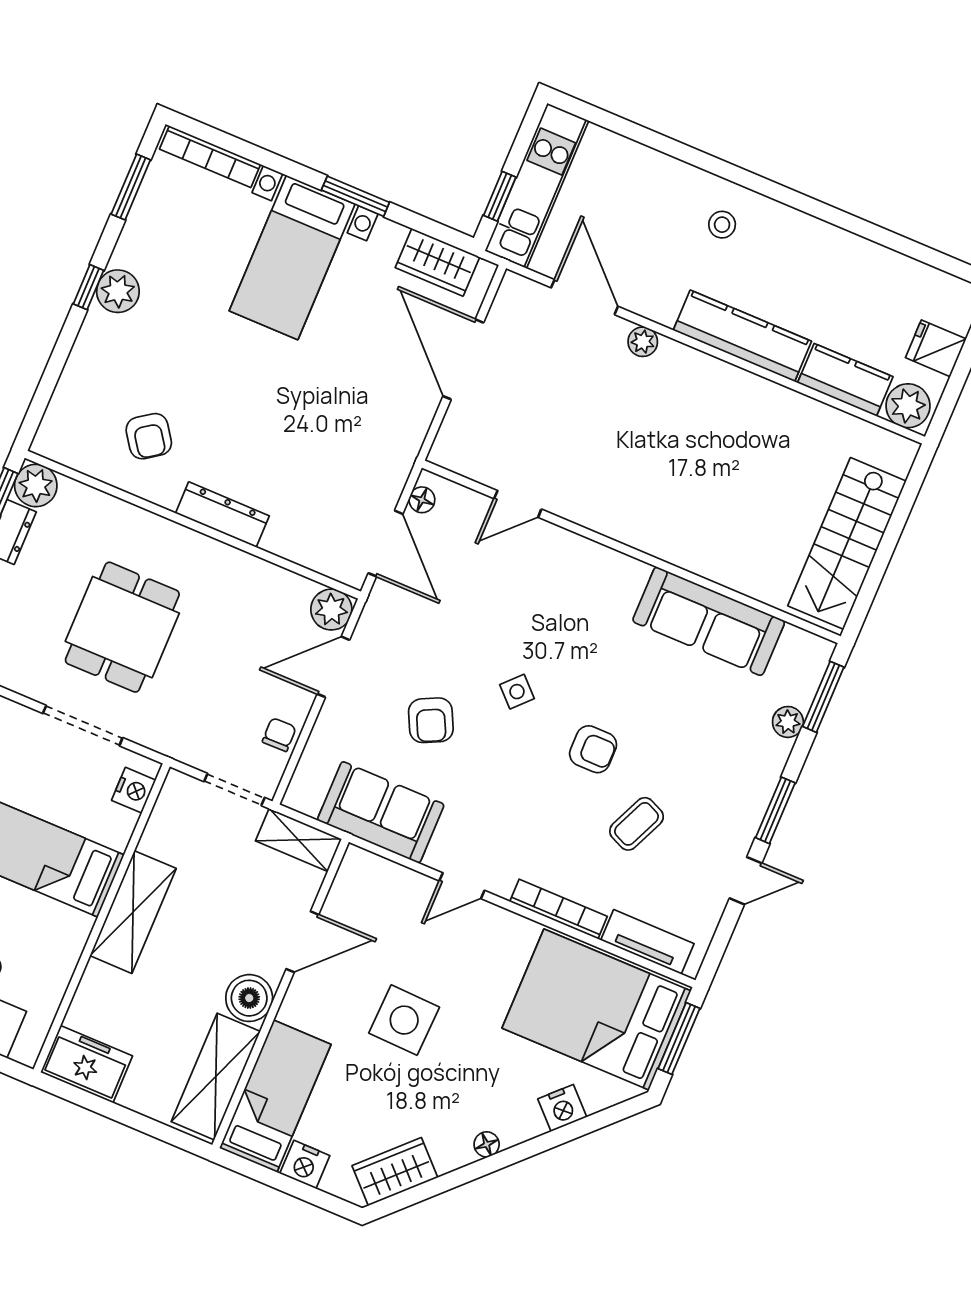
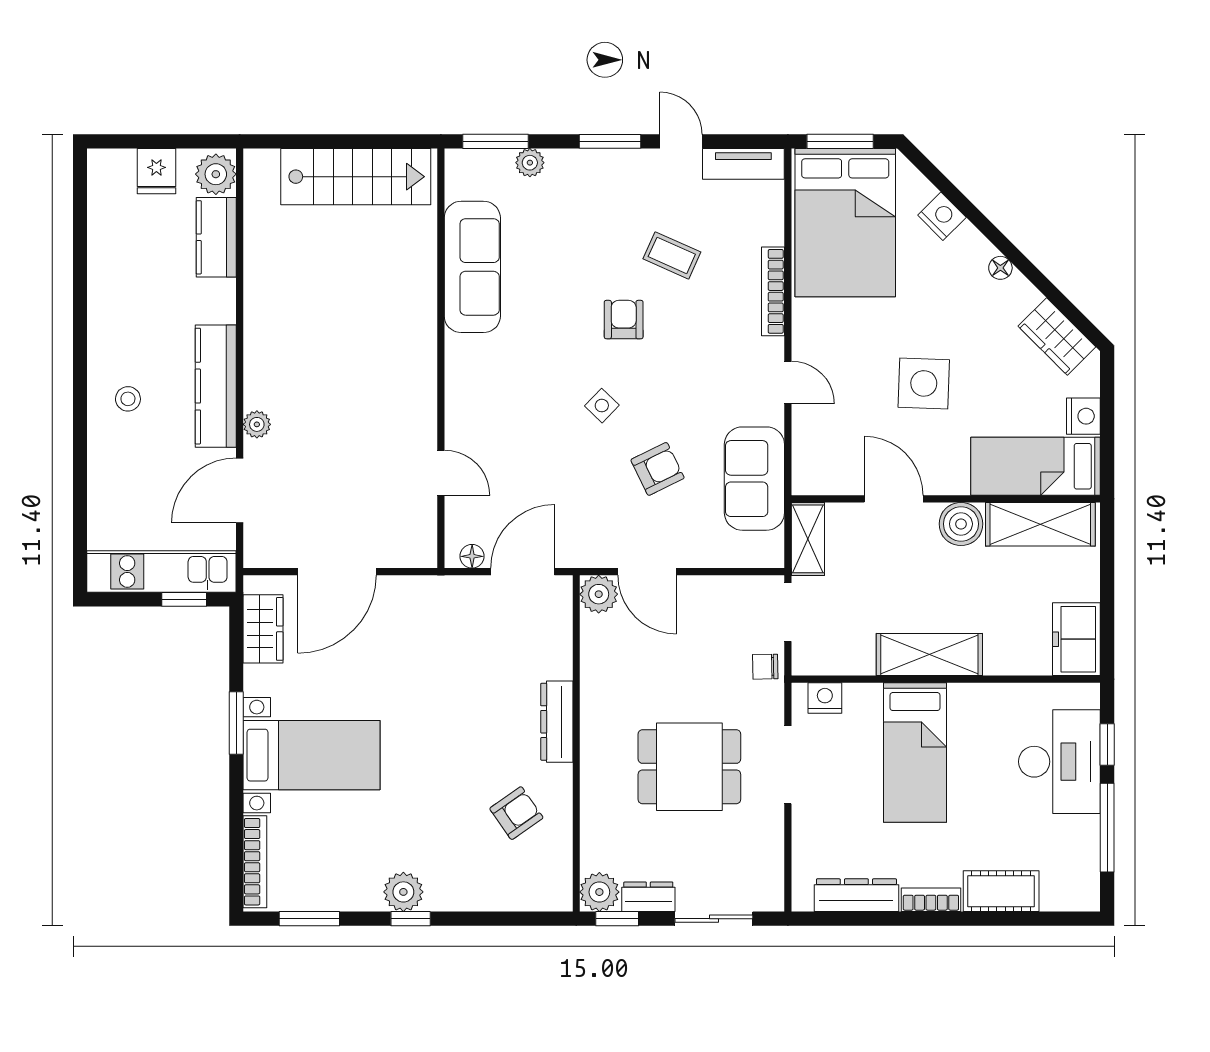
kitchen counter: (742, 336) -> (216, 386), moved
chair: (279, 735) -> (765, 667), moved
tv unit: (647, 942) -> (743, 164), moved, turned -90

